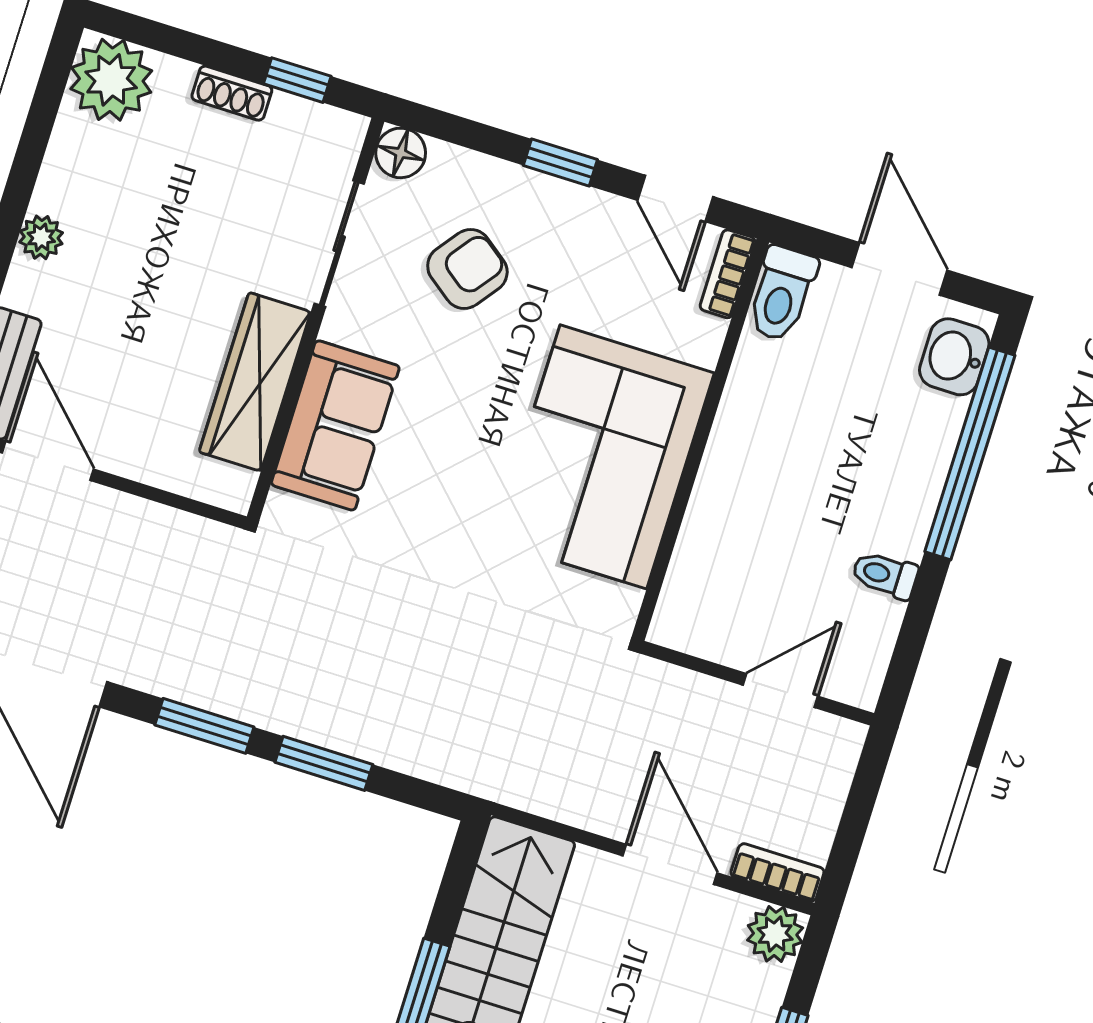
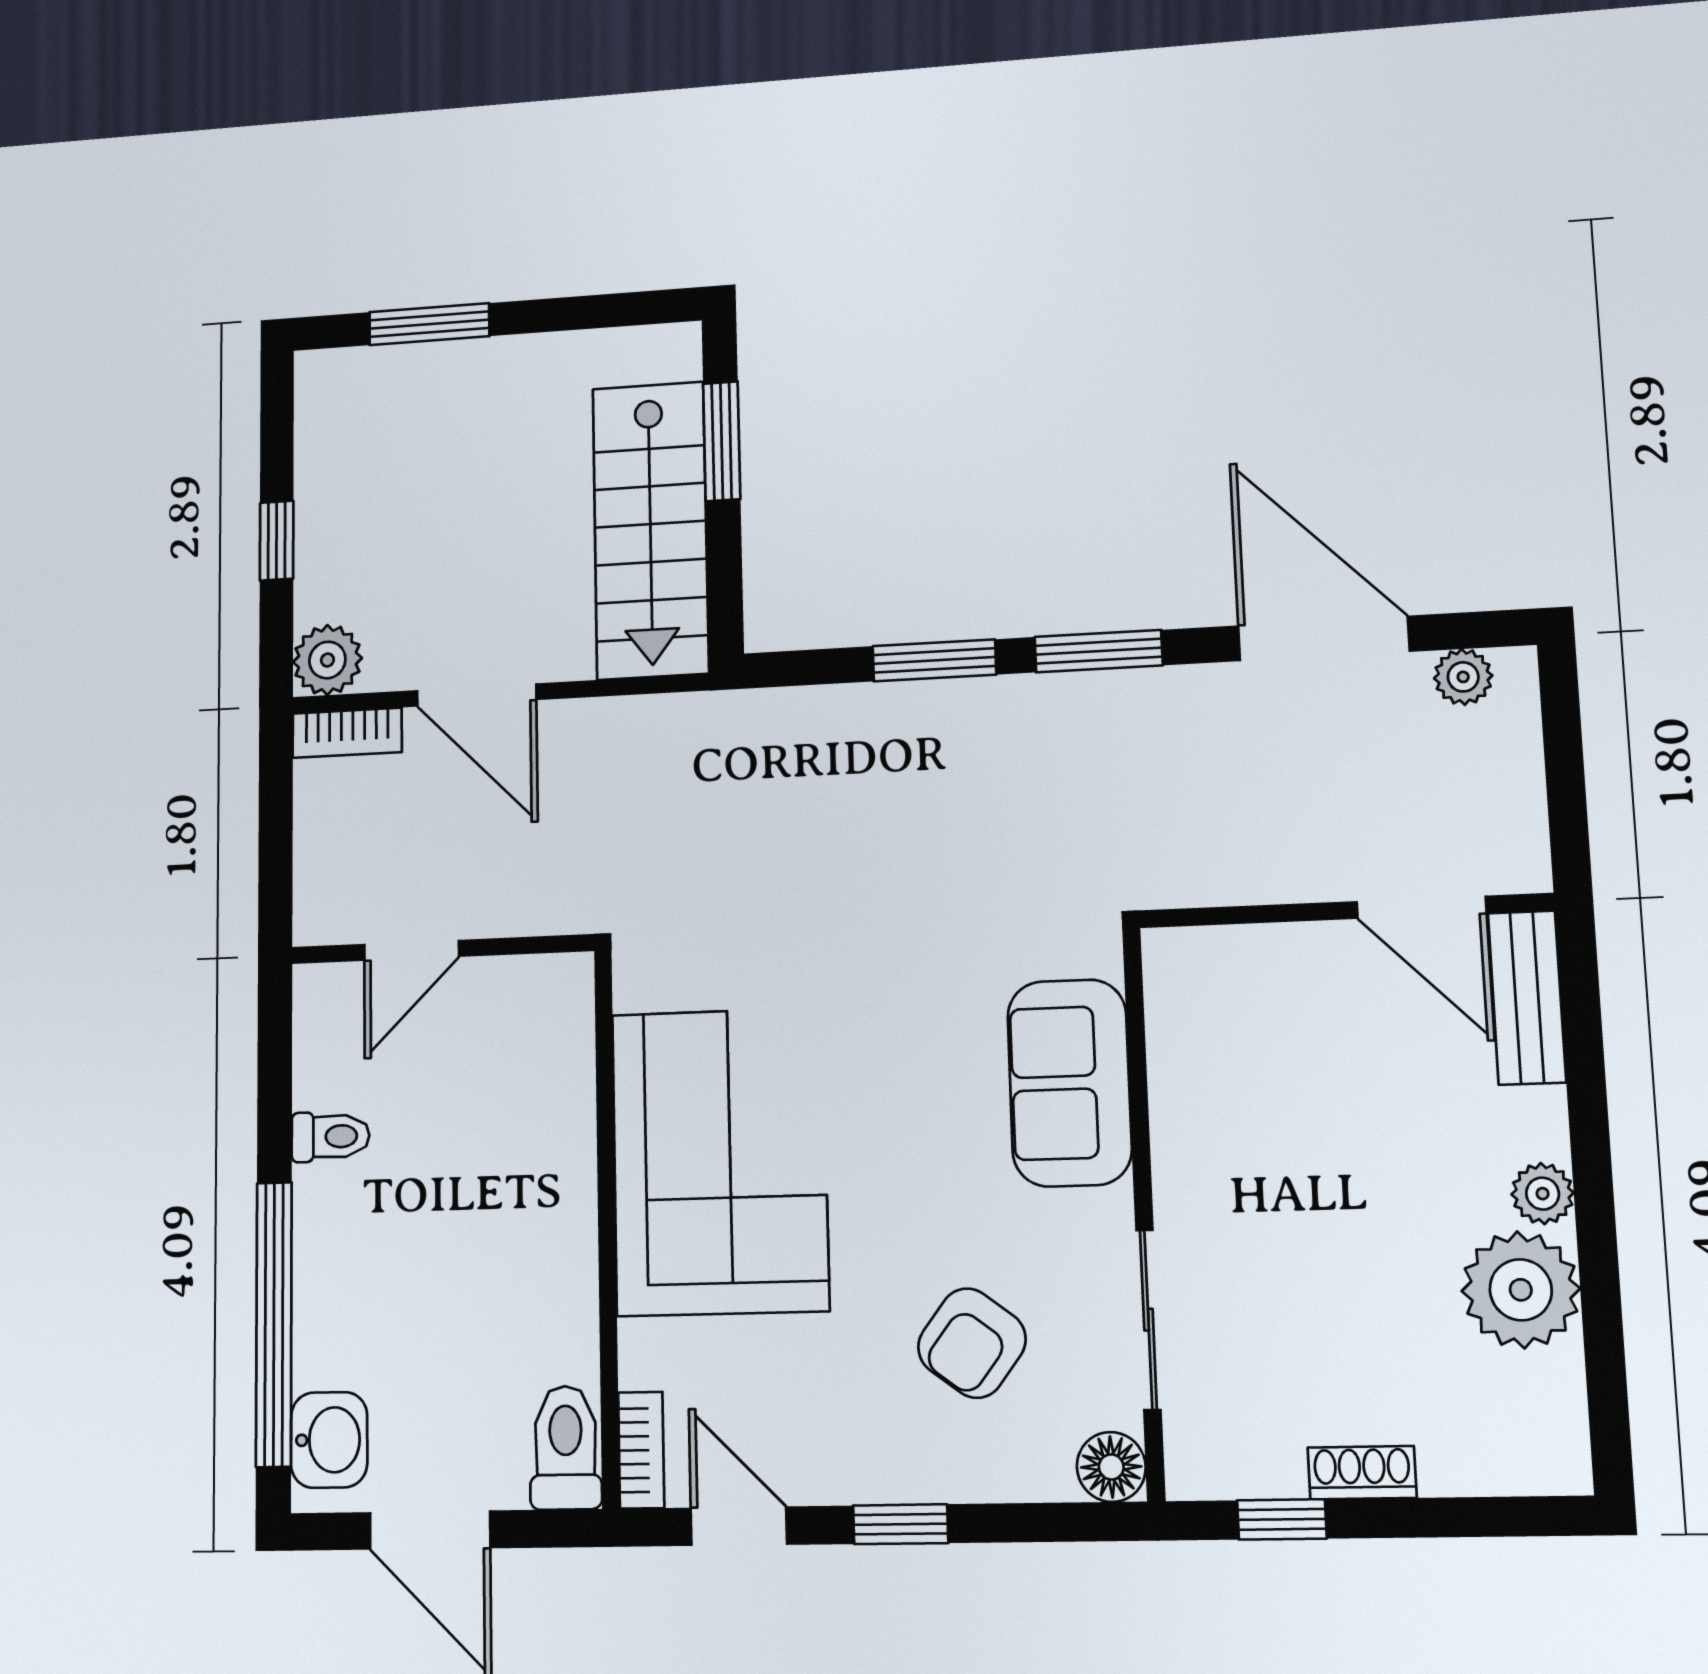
plant: (111, 80) -> (1521, 1290), moved
wardrobe: (255, 382) -> (1192, 1102), removed

